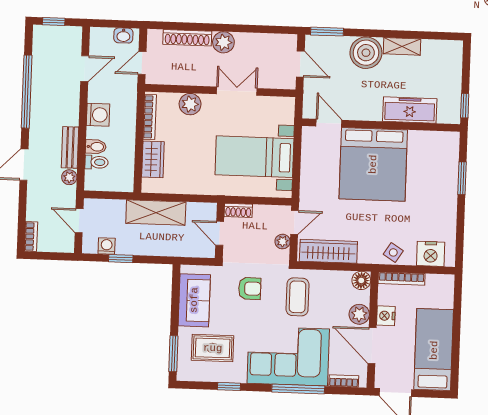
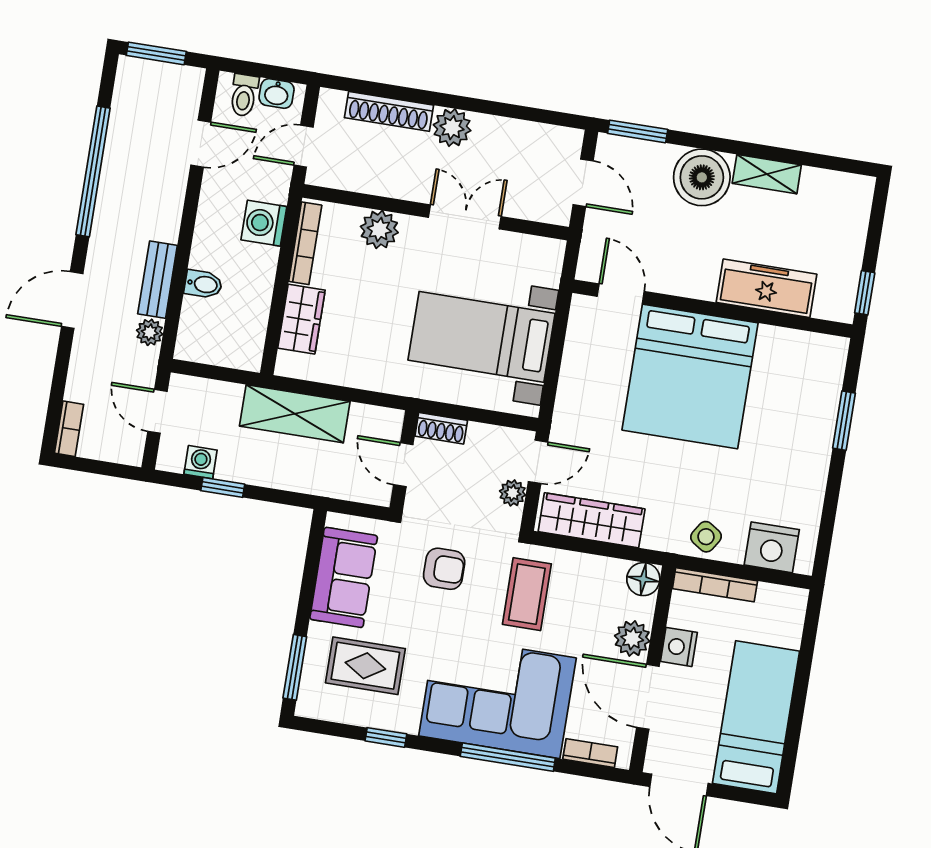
window: (54, 22) -> (156, 53), width x1.50
washing machine: (98, 115) -> (264, 223), moved, turned 180
toilet: (97, 162) -> (244, 95), moved, turned 90

